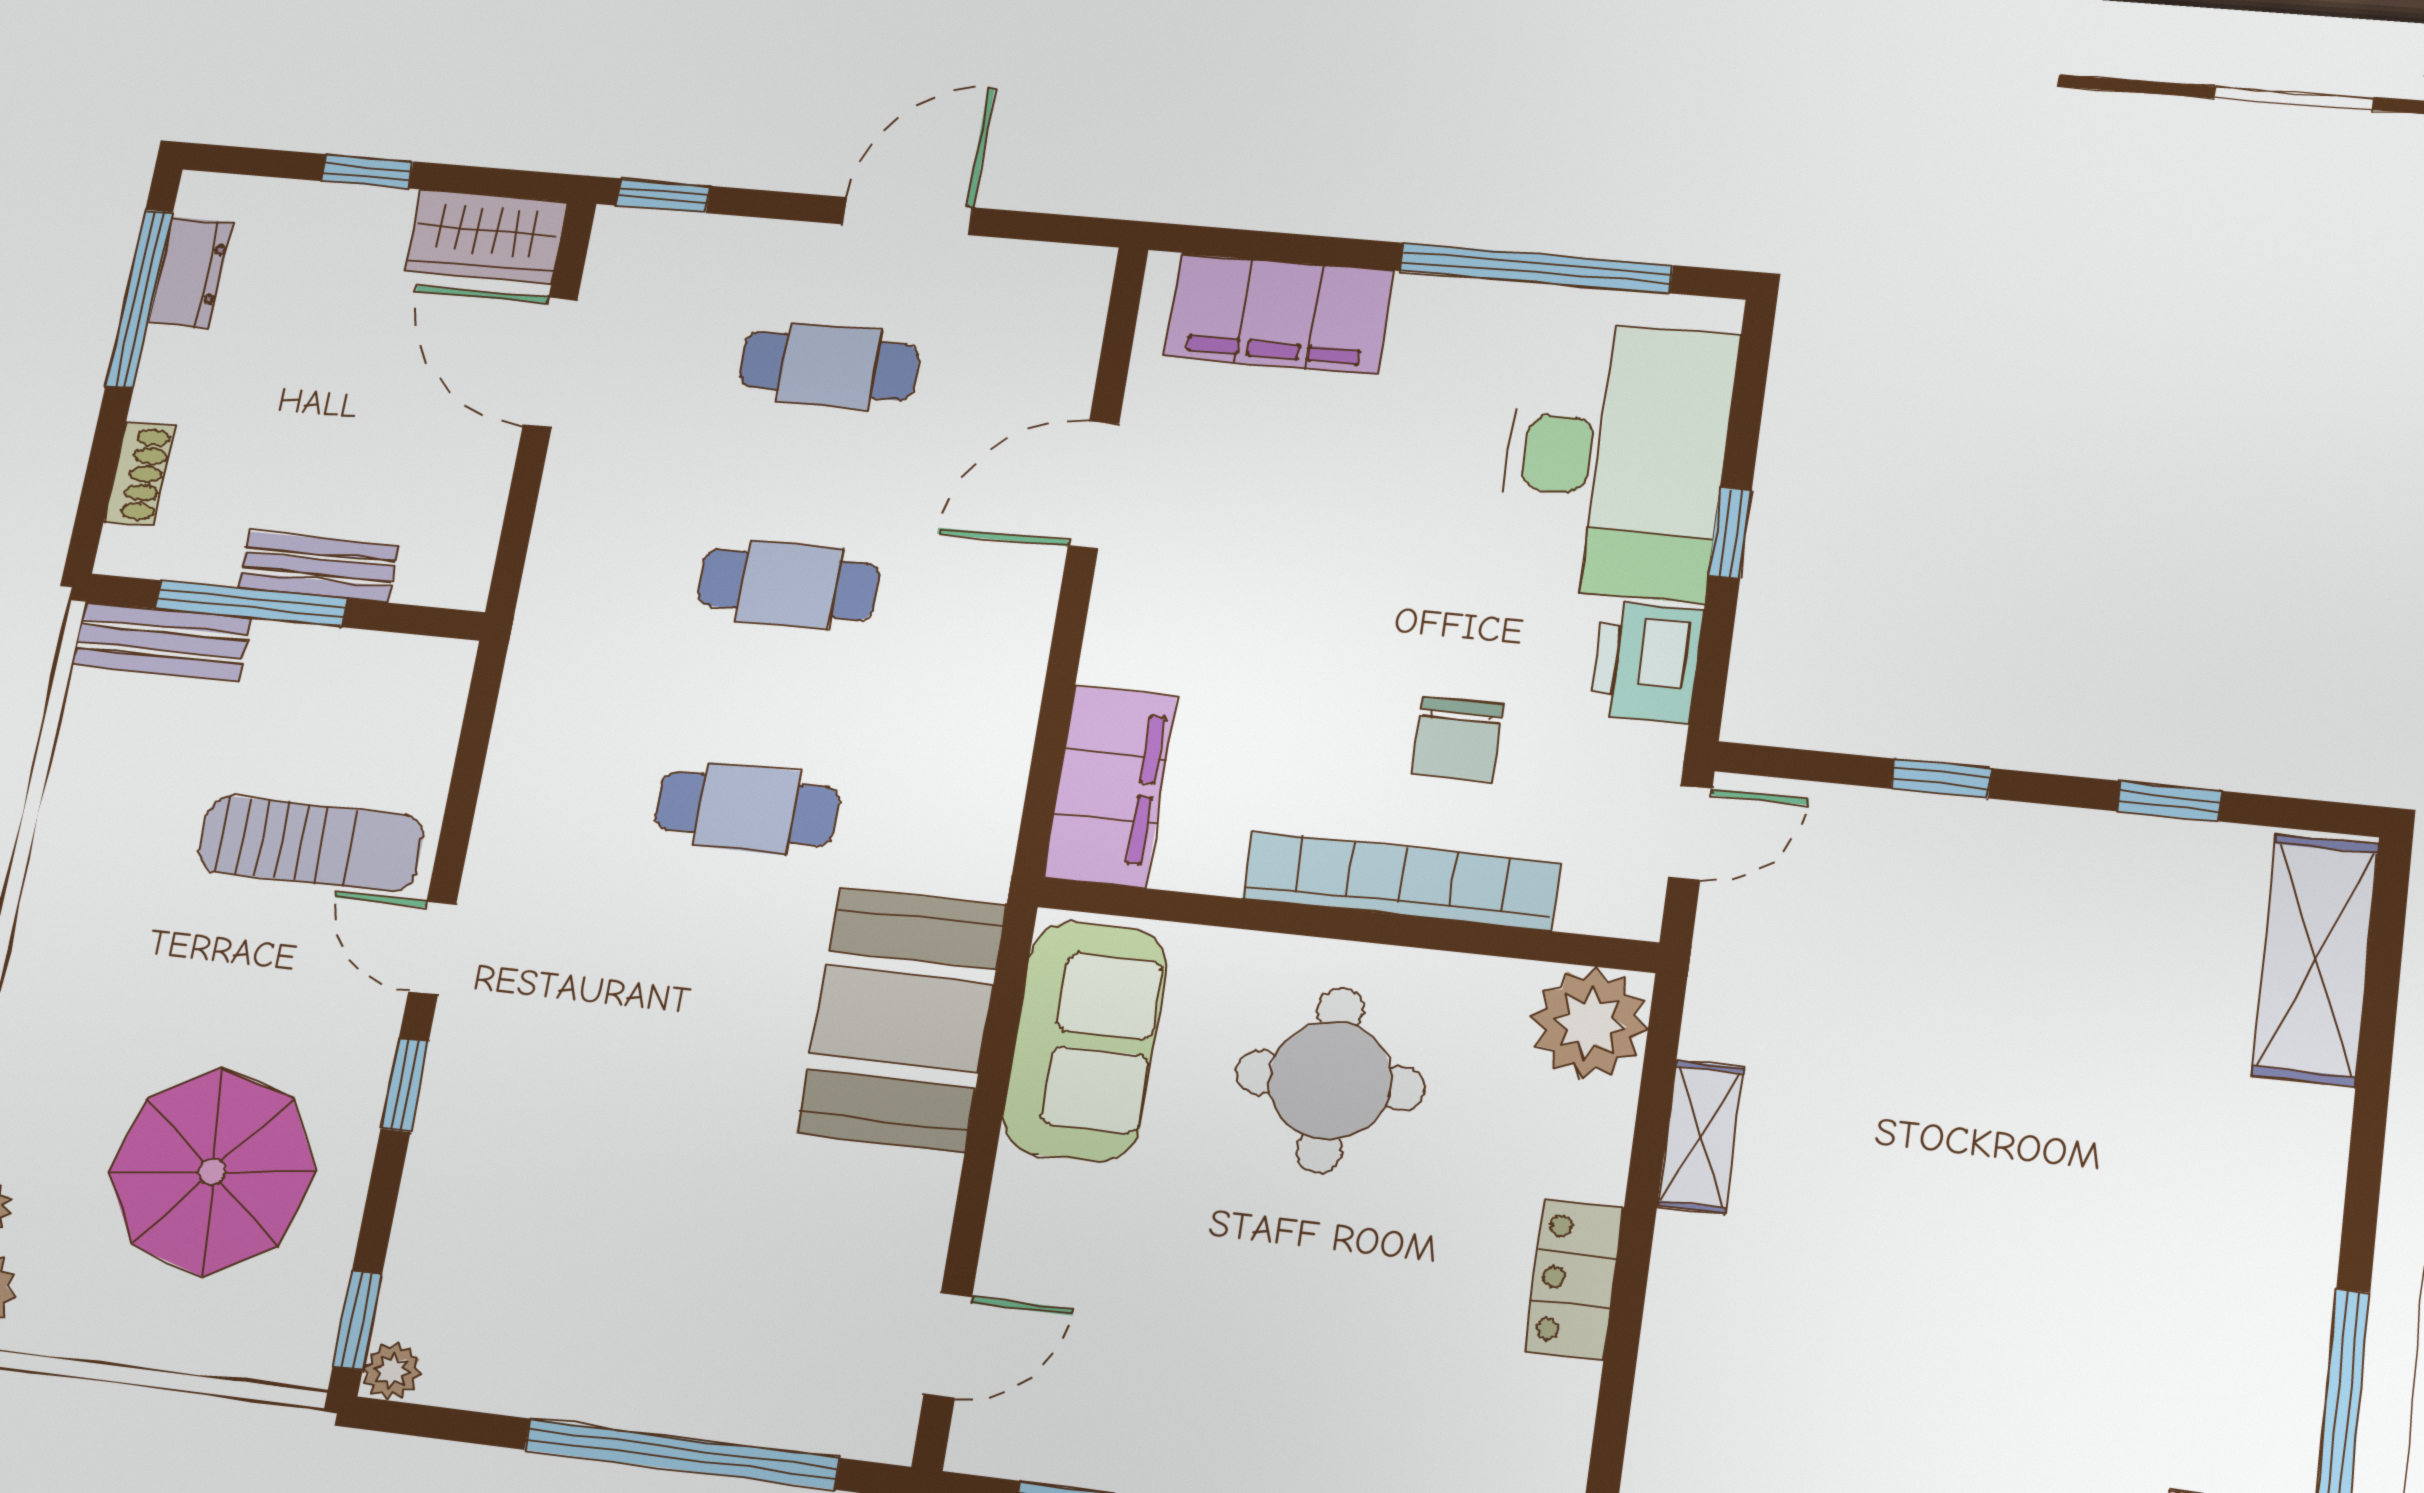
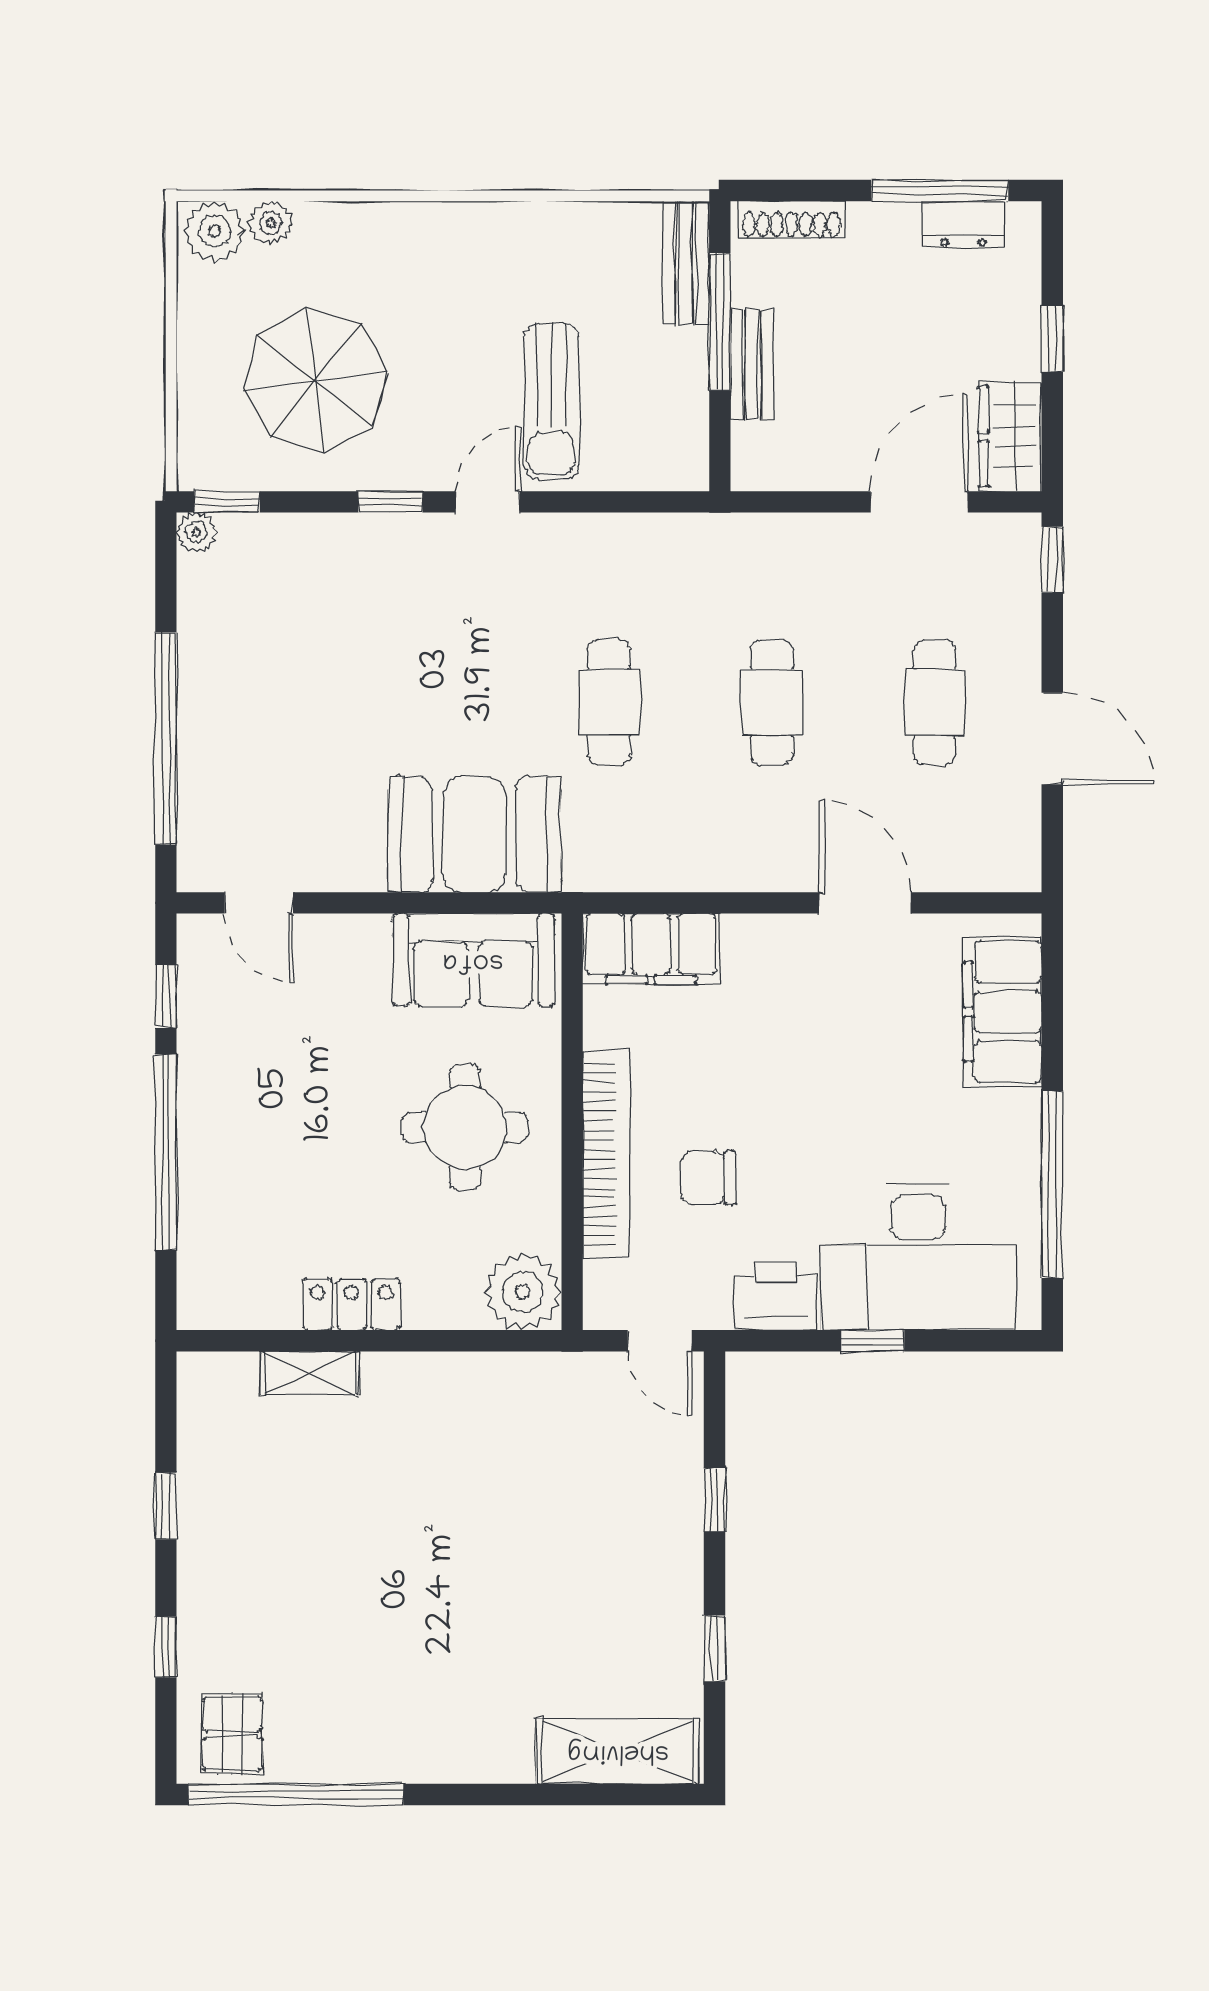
shoe rack: (139, 474) -> (791, 220), width x1.43
shelving: (1701, 1137) -> (310, 1373), moved

